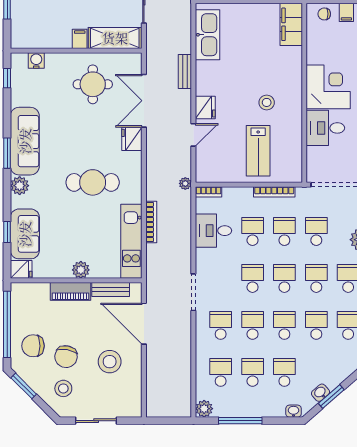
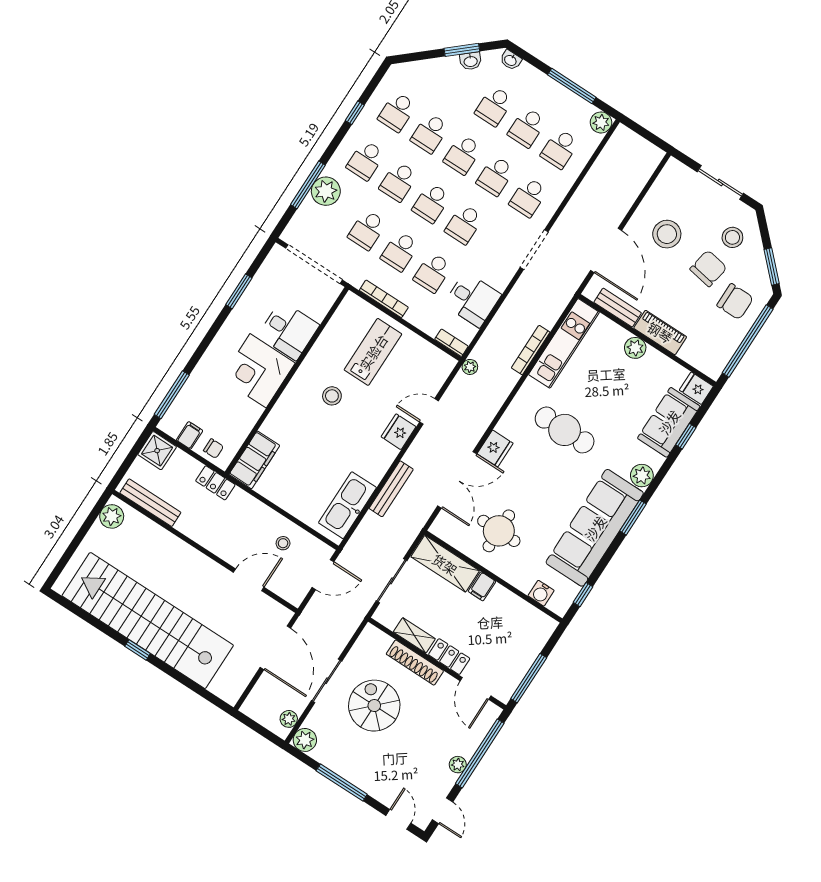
bench: (185, 72) -> (391, 489), width x1.36
sofa: (25, 141) -> (595, 528), width x1.36, depth x1.27

